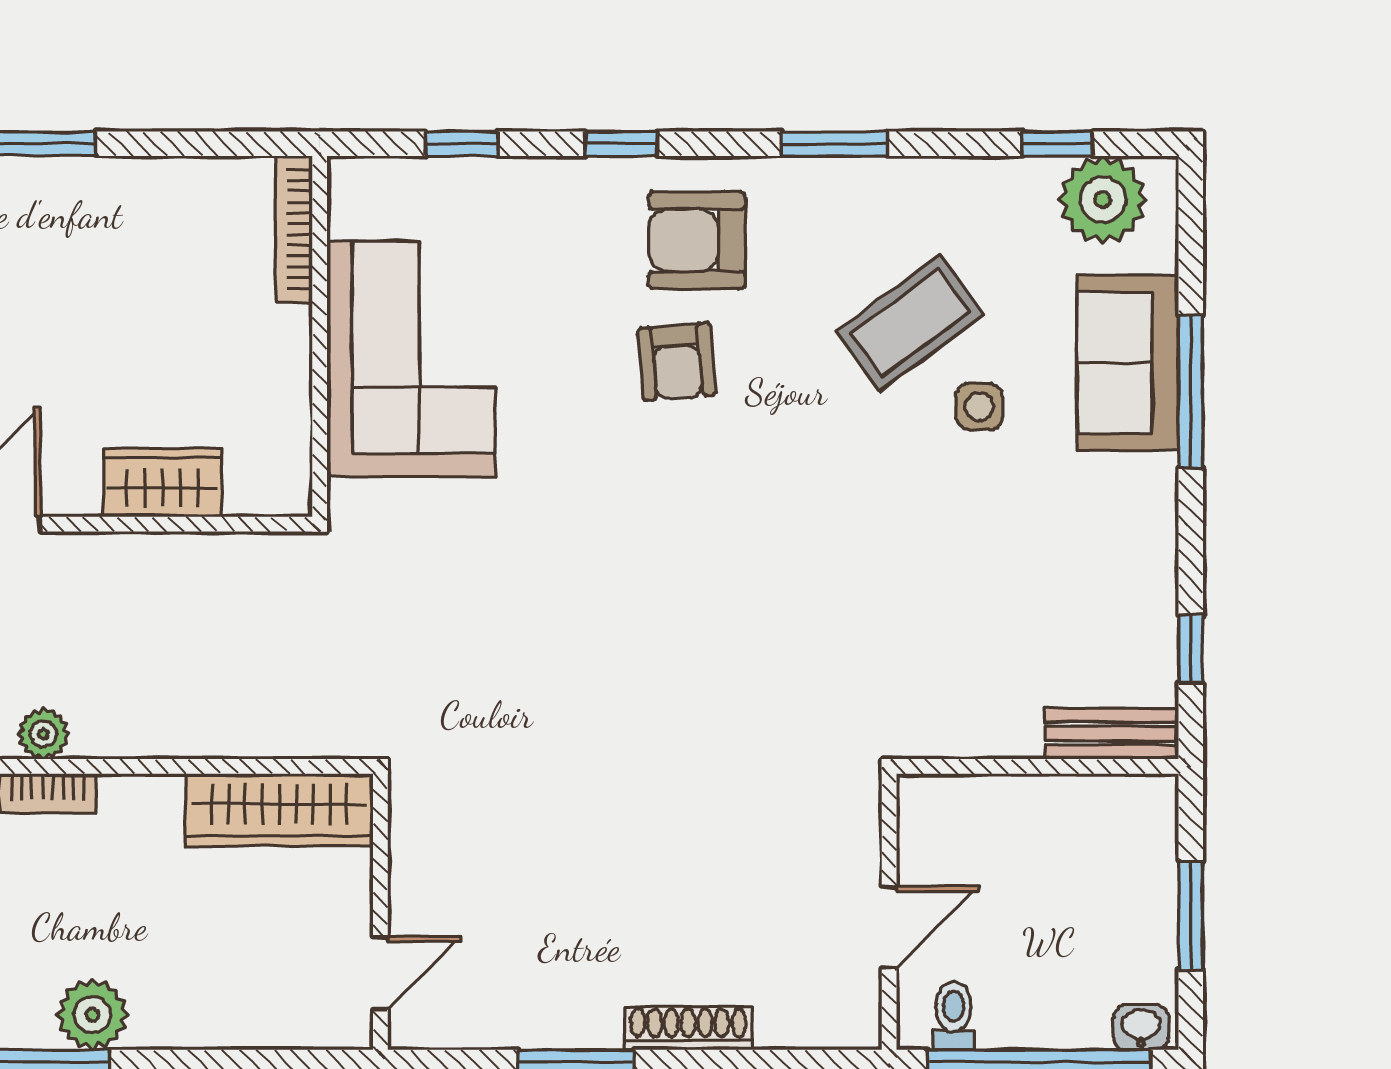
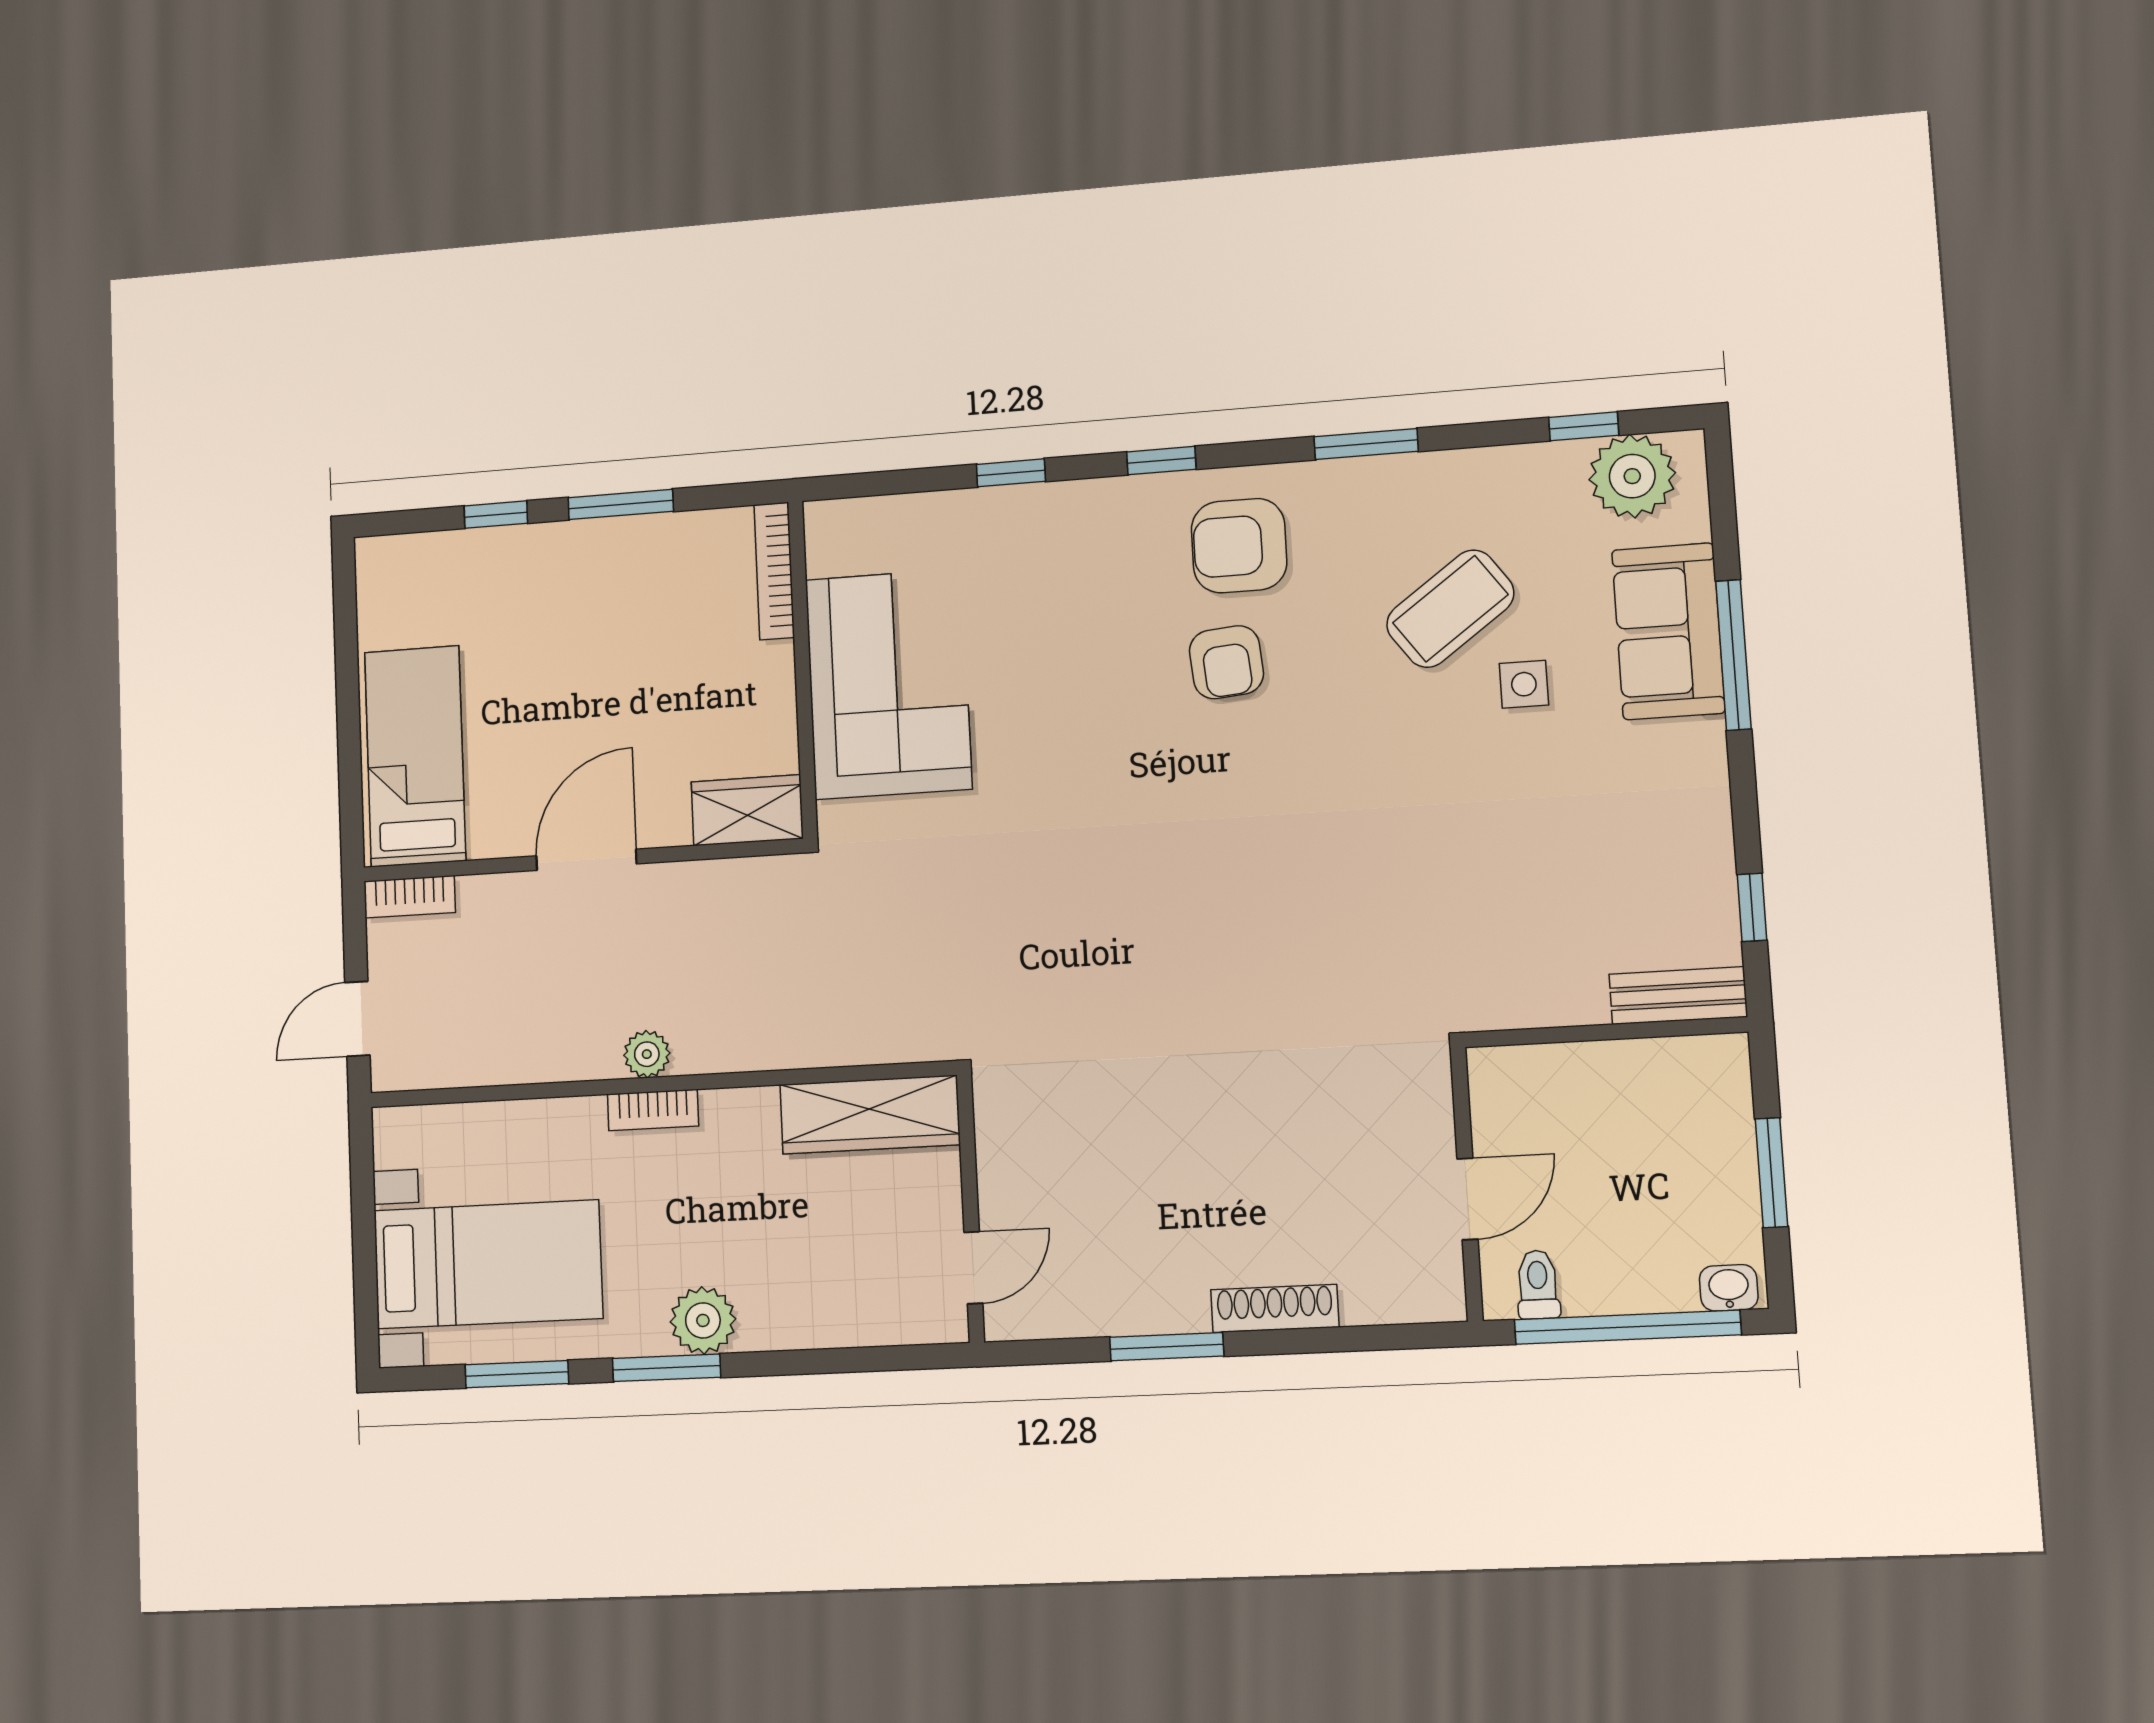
bookcase: (294, 229) -> (774, 571), moved
wall: (320, 336) -> (803, 669), moved
corner sofa: (411, 359) -> (888, 684), moved

